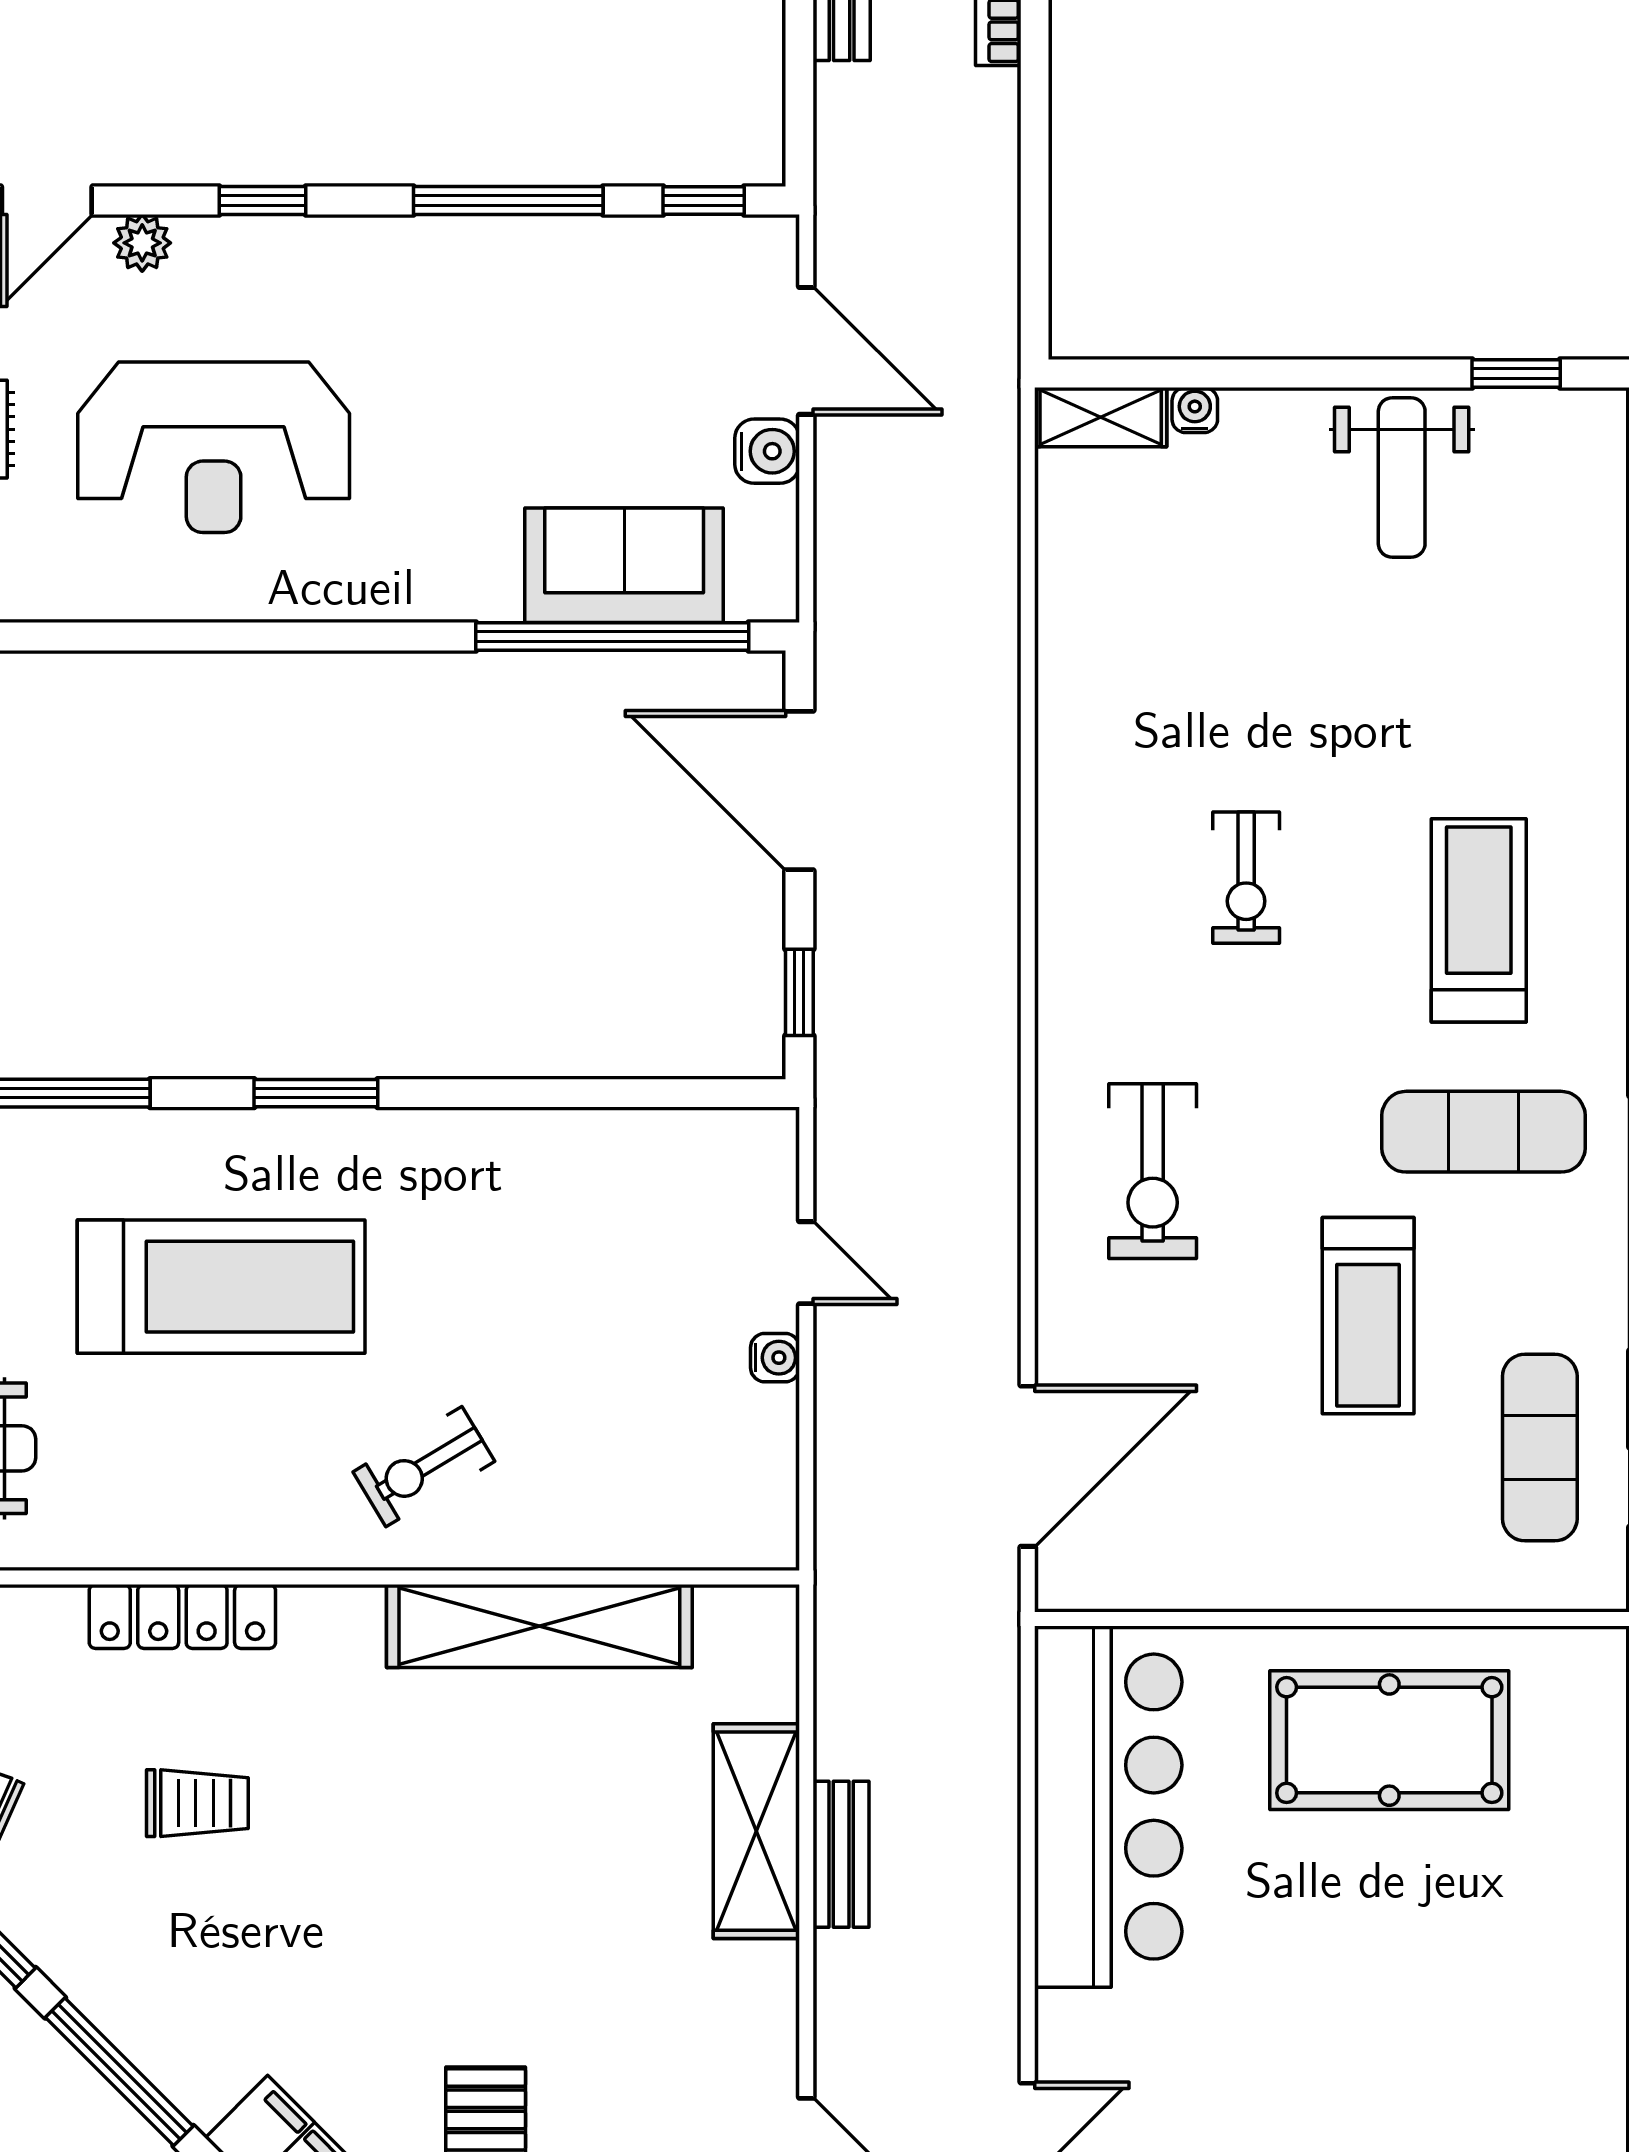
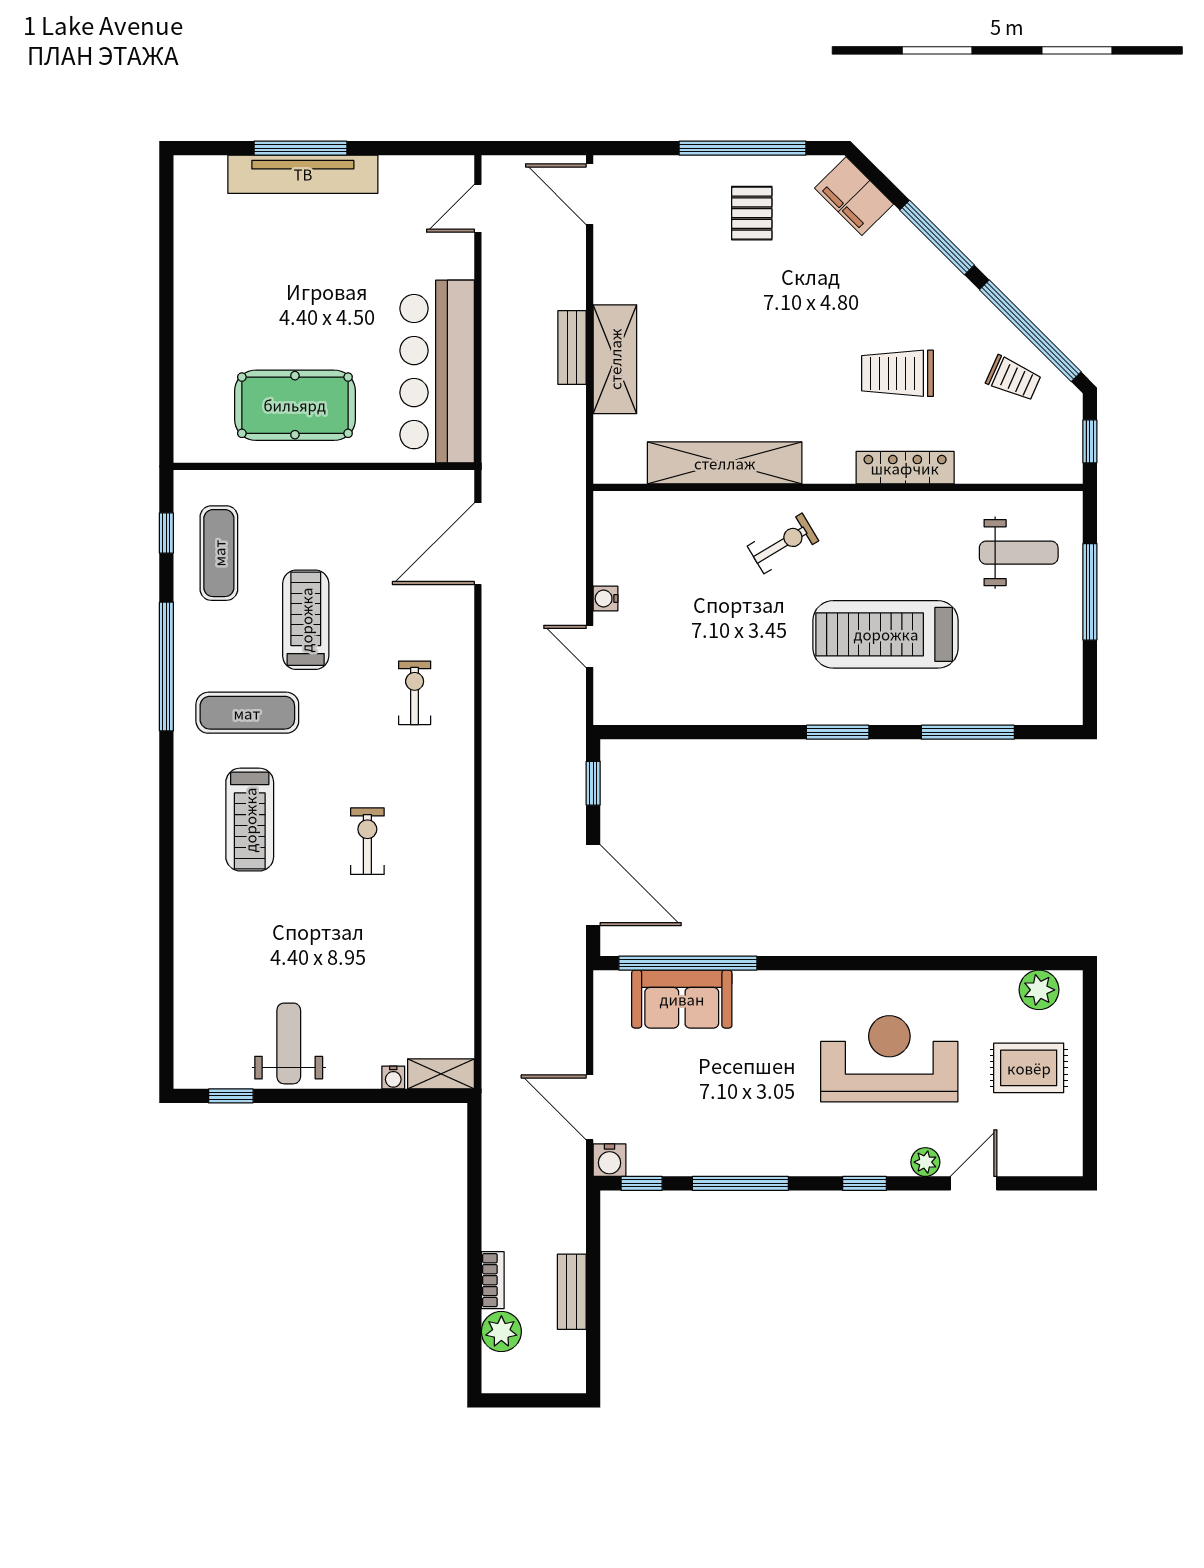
water cooler: (767, 451) -> (609, 1160), moved, turned -90
exercise bike: (1153, 1171) -> (415, 693), width x0.73, depth x0.72
trolley: (197, 1803) -> (898, 373), width x1.36, depth x1.39

